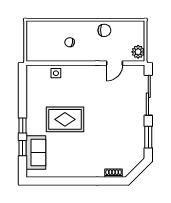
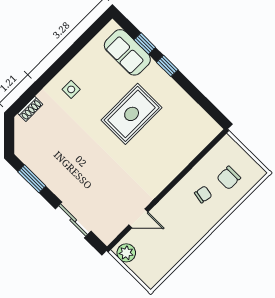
chair: (104, 30) -> (229, 178), moved
door: (114, 63) -> (138, 218), swing flipped
side table: (56, 73) -> (71, 89), moved
sliding door: (148, 95) -> (73, 220), width x0.73

